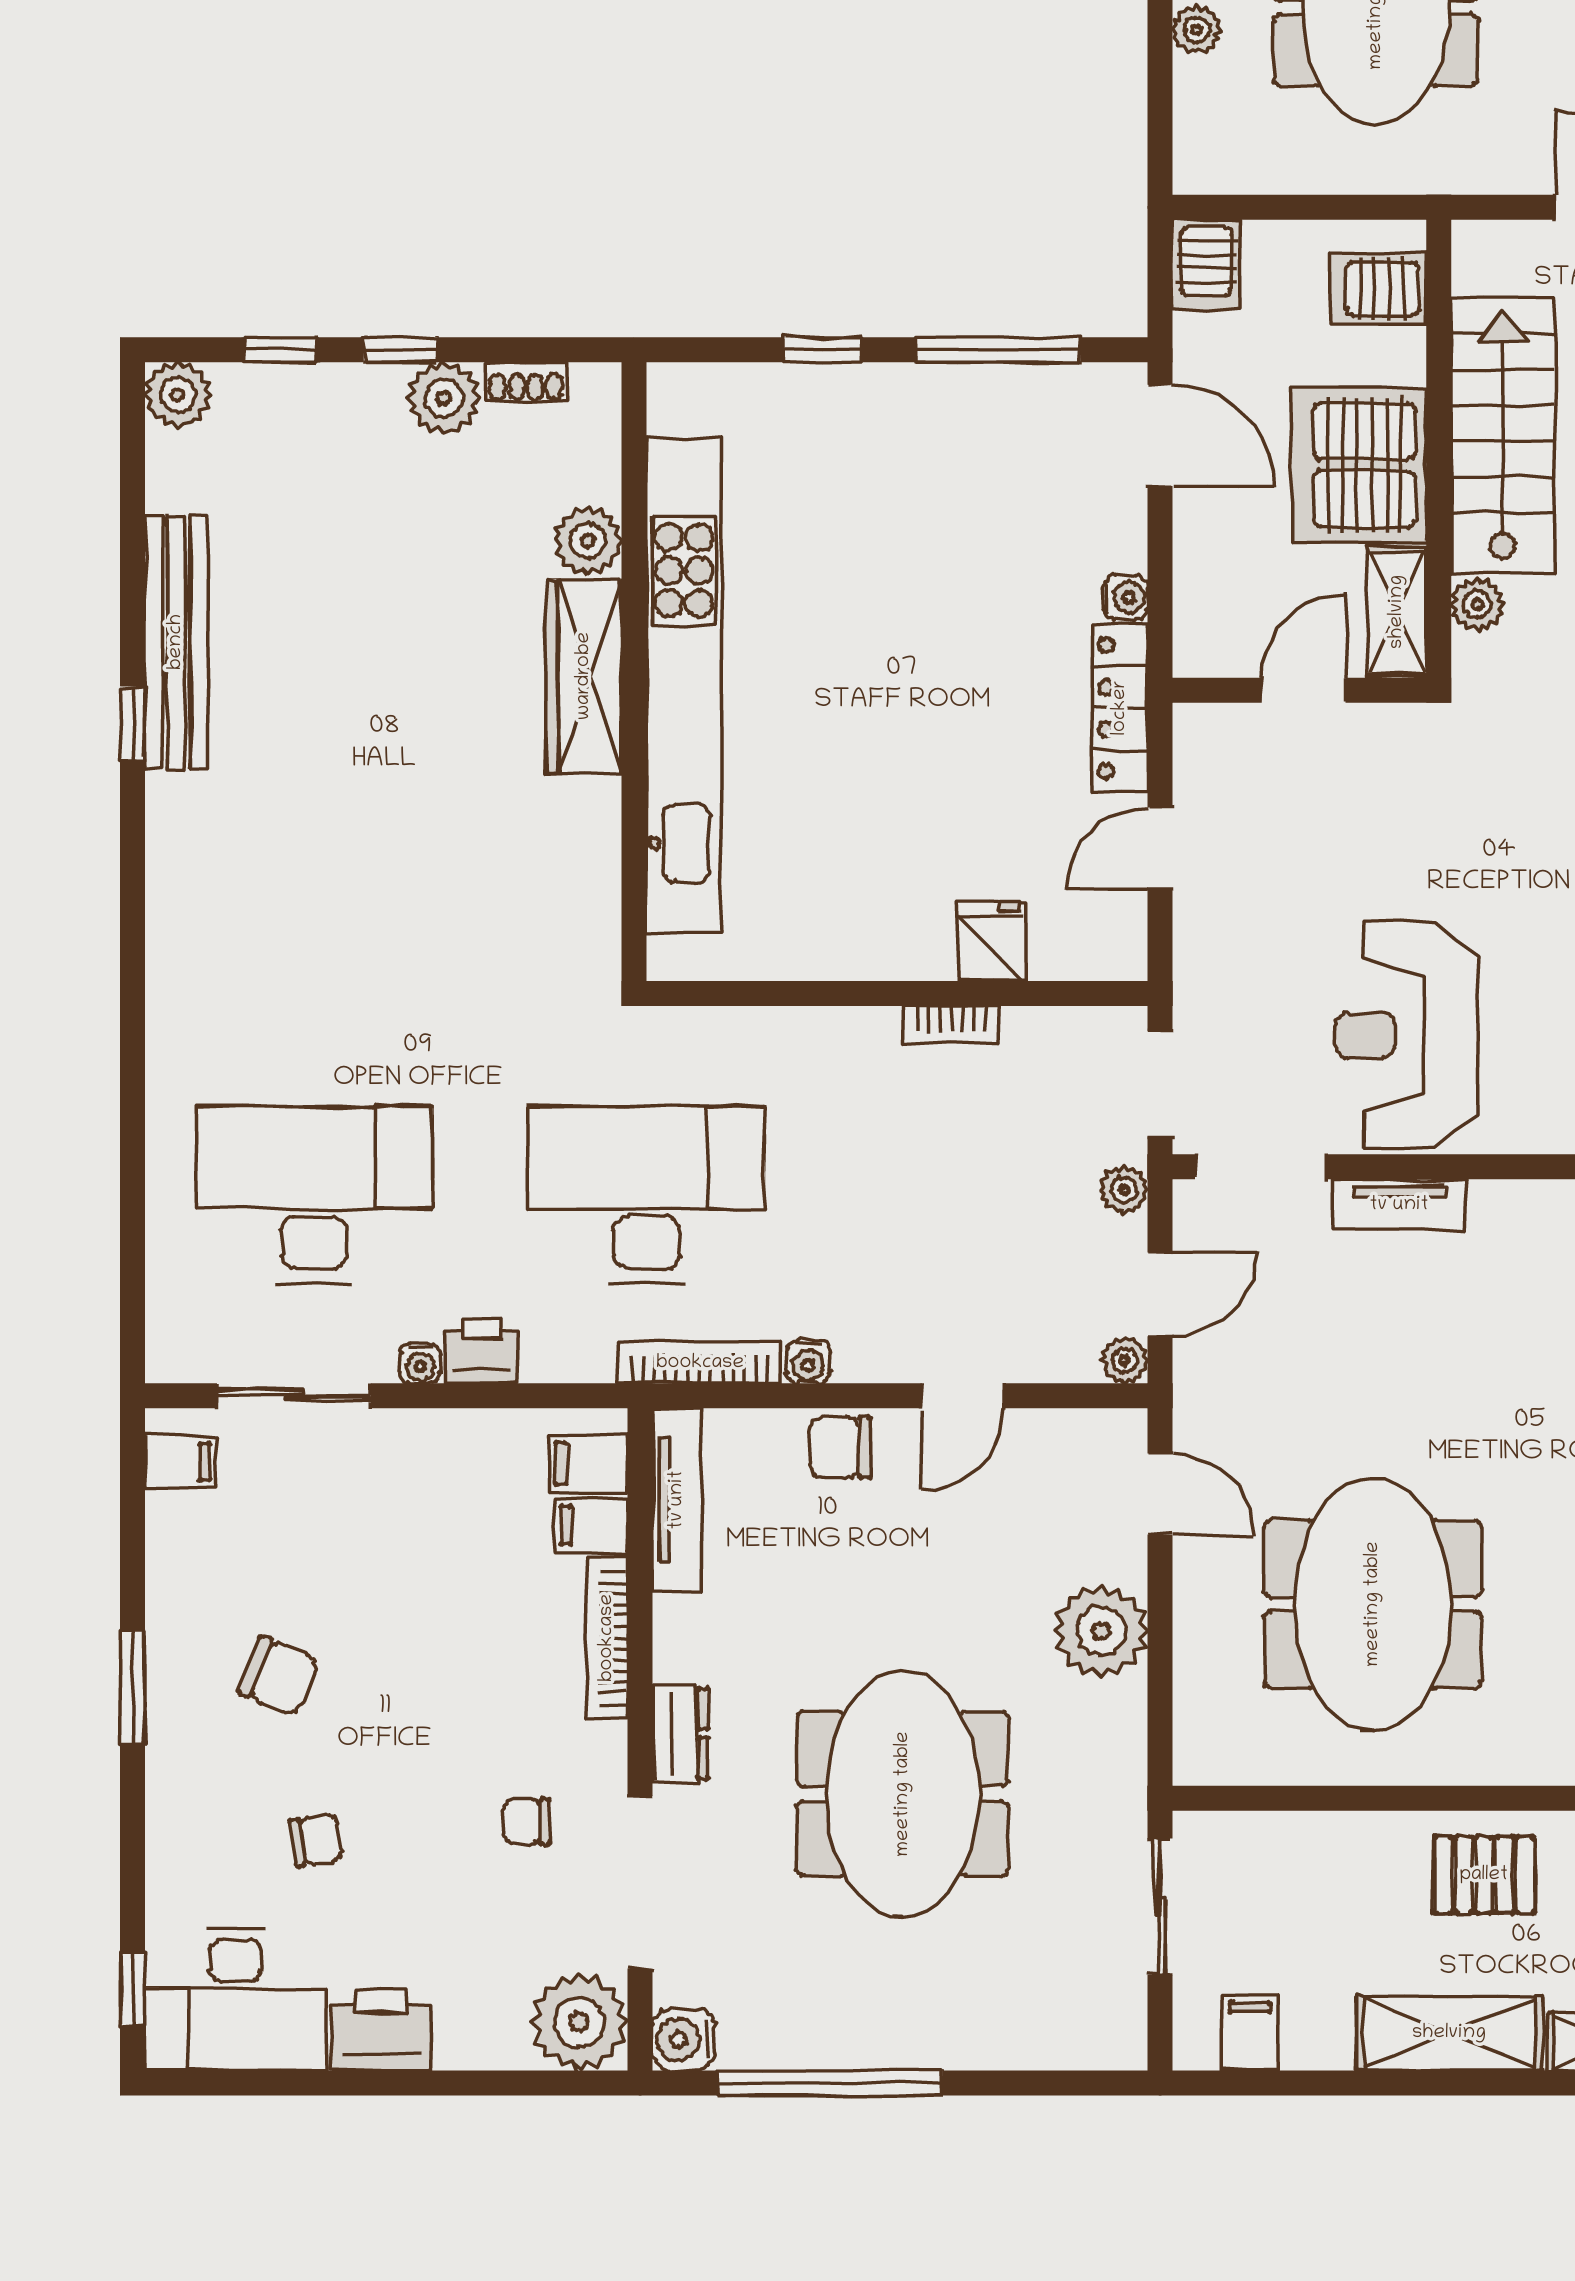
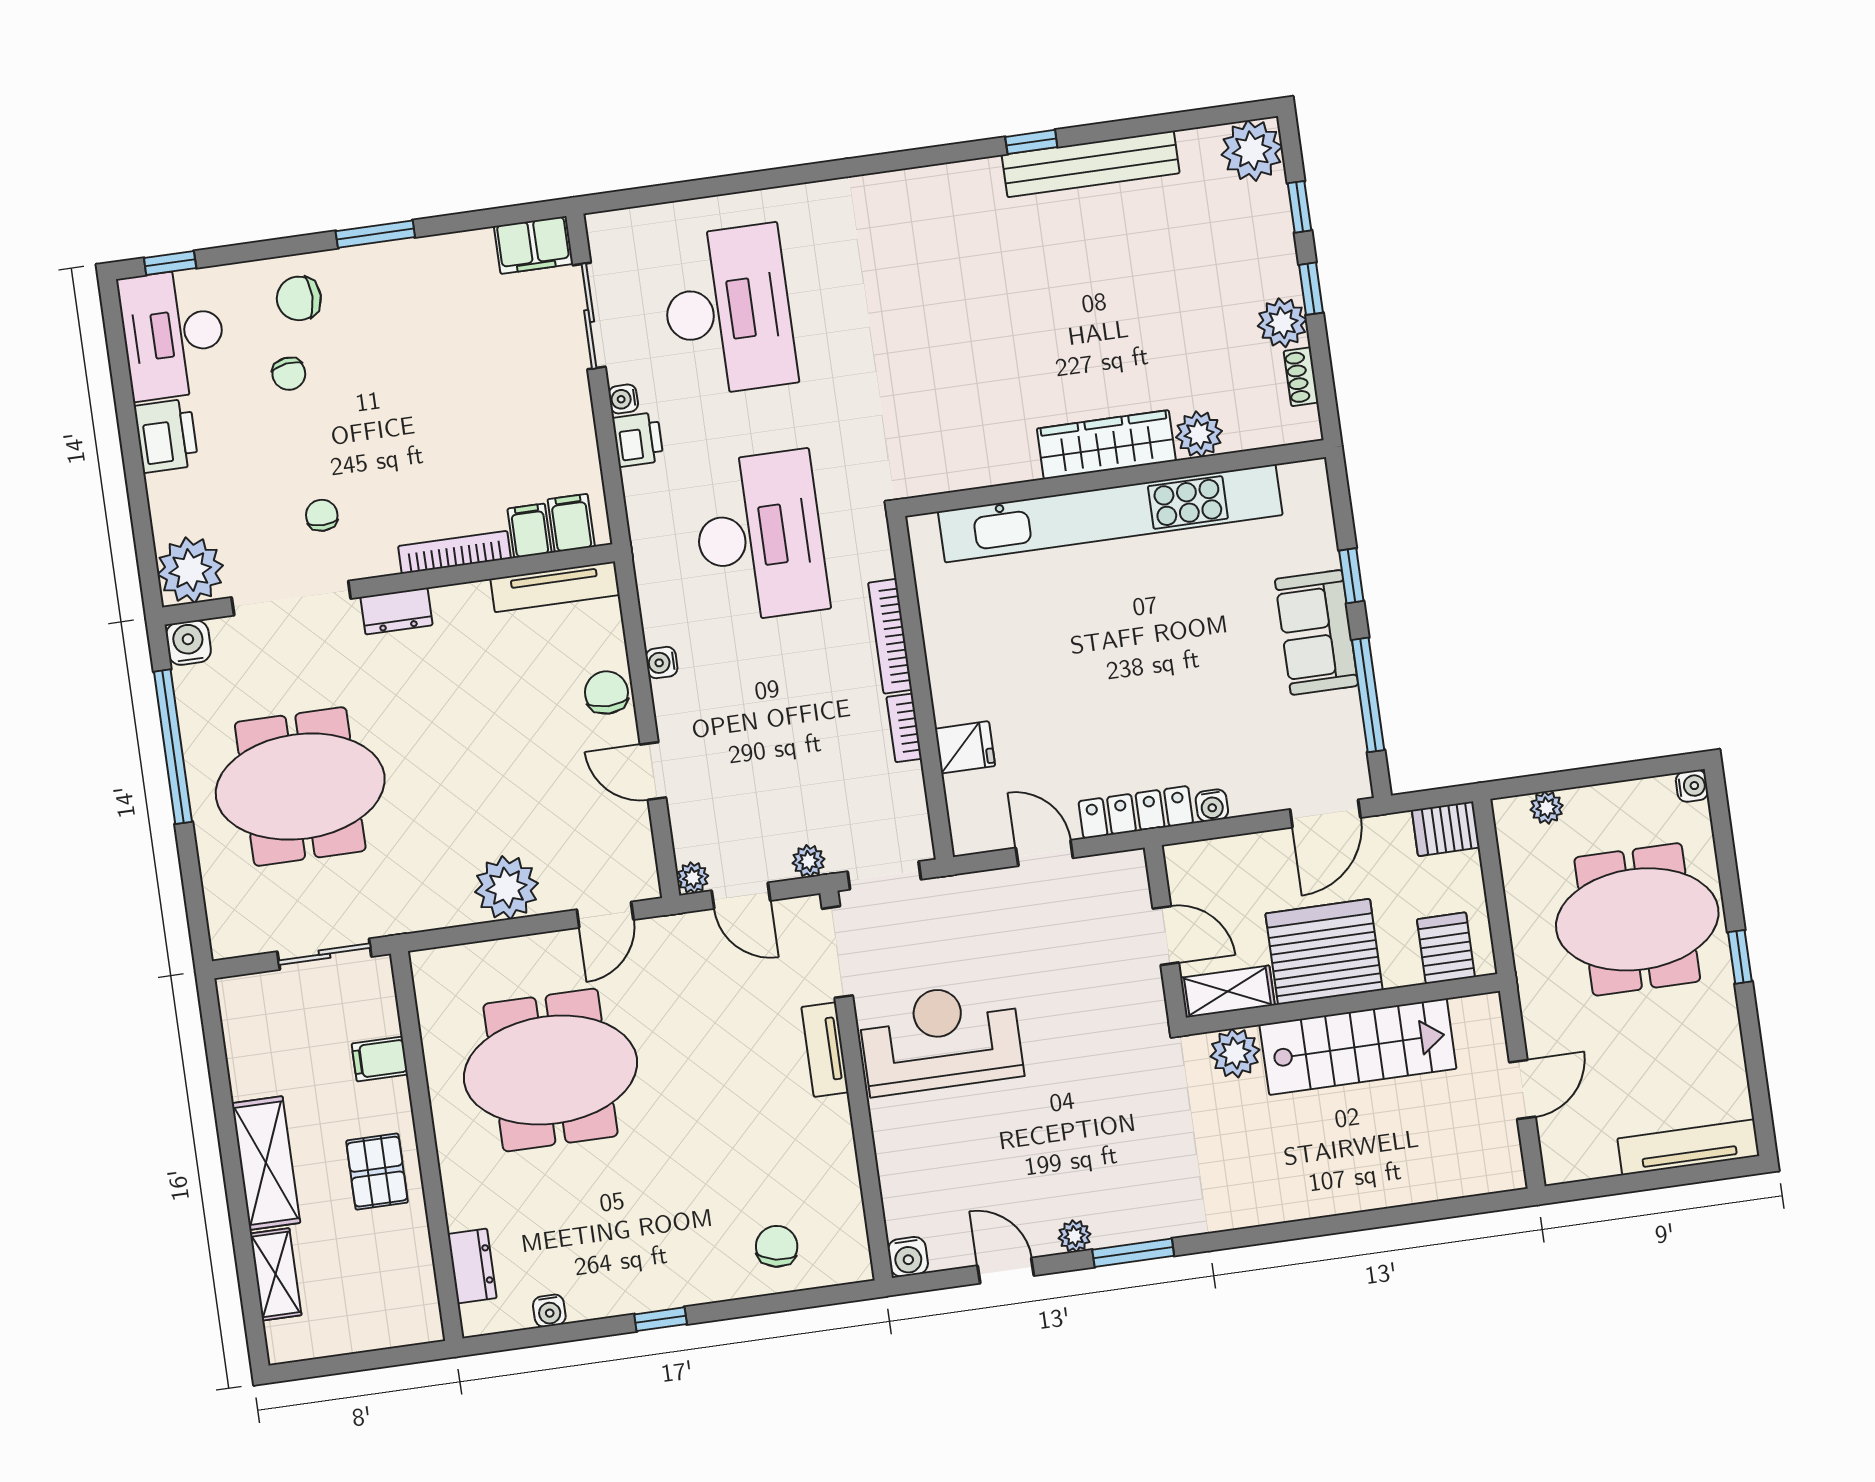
plant: (1196, 30) -> (1547, 808), moved
plant: (178, 395) -> (1252, 151), width x1.36, depth x1.36
sofa: (897, 411) -> (1316, 632), added
plant: (1477, 604) -> (1235, 1053), width x1.38, depth x1.38
bookcase: (700, 1363) -> (890, 636), moved, turned 180
filing cabinet: (180, 1462) -> (533, 245), width x2.00
chair: (278, 1676) -> (299, 298), moved, turned 68
meeting table: (903, 1794) -> (300, 787), moved
filing cabinet: (1250, 2033) -> (380, 1059), moved, turned 180

